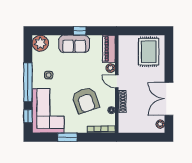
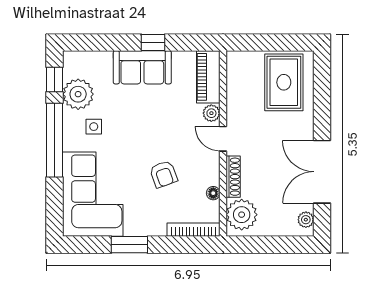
plant: (40, 43) -> (78, 94), moved
armchair: (85, 100) -> (164, 174), width x0.53, depth x0.53
window: (28, 116) -> (55, 80), moved
plant: (126, 121) -> (242, 215), added

